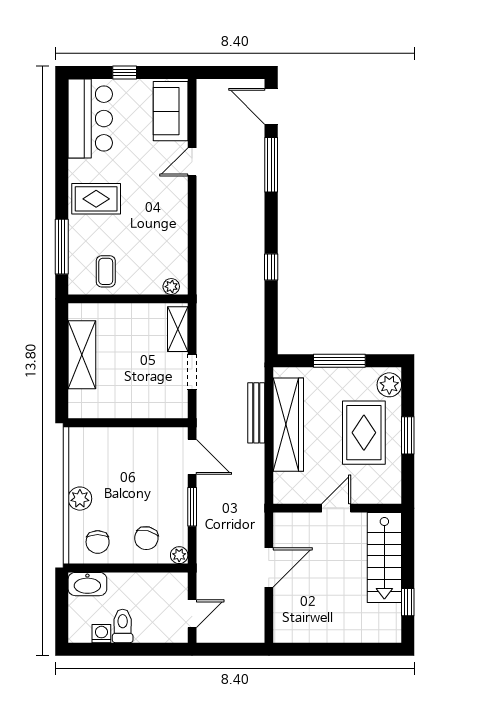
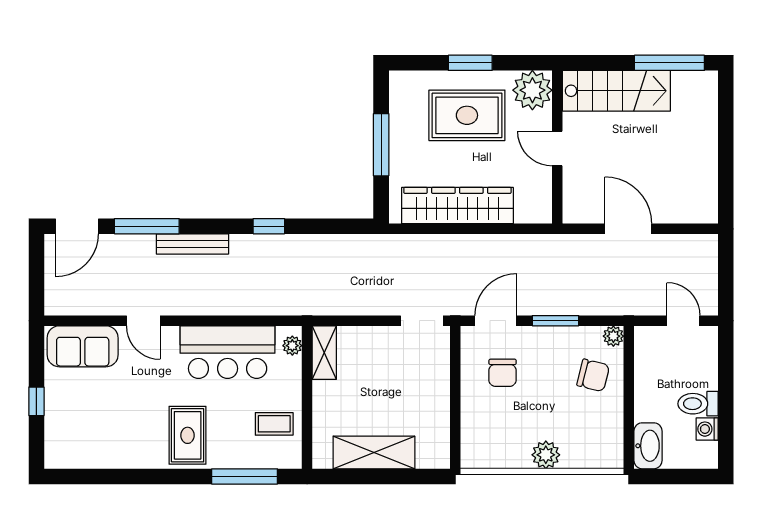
bar counter: (90, 119) -> (228, 352), moved, turned 180
shelving: (178, 329) -> (324, 353), moved, turned 90
doorway: (192, 372) -> (422, 321), moved
plant: (389, 385) -> (532, 90), moved, width x1.36, depth x1.36
bench: (256, 413) -> (192, 244), moved
chair: (98, 542) -> (503, 373), moved, turned 90
window: (408, 602) -> (669, 63), width x2.17

